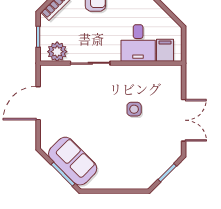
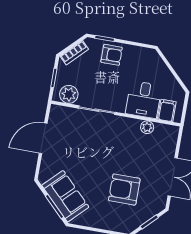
plant: (147, 72) -> (147, 127), added
side table: (134, 109) -> (129, 159), removed
armchair: (134, 143) -> (124, 190), added

